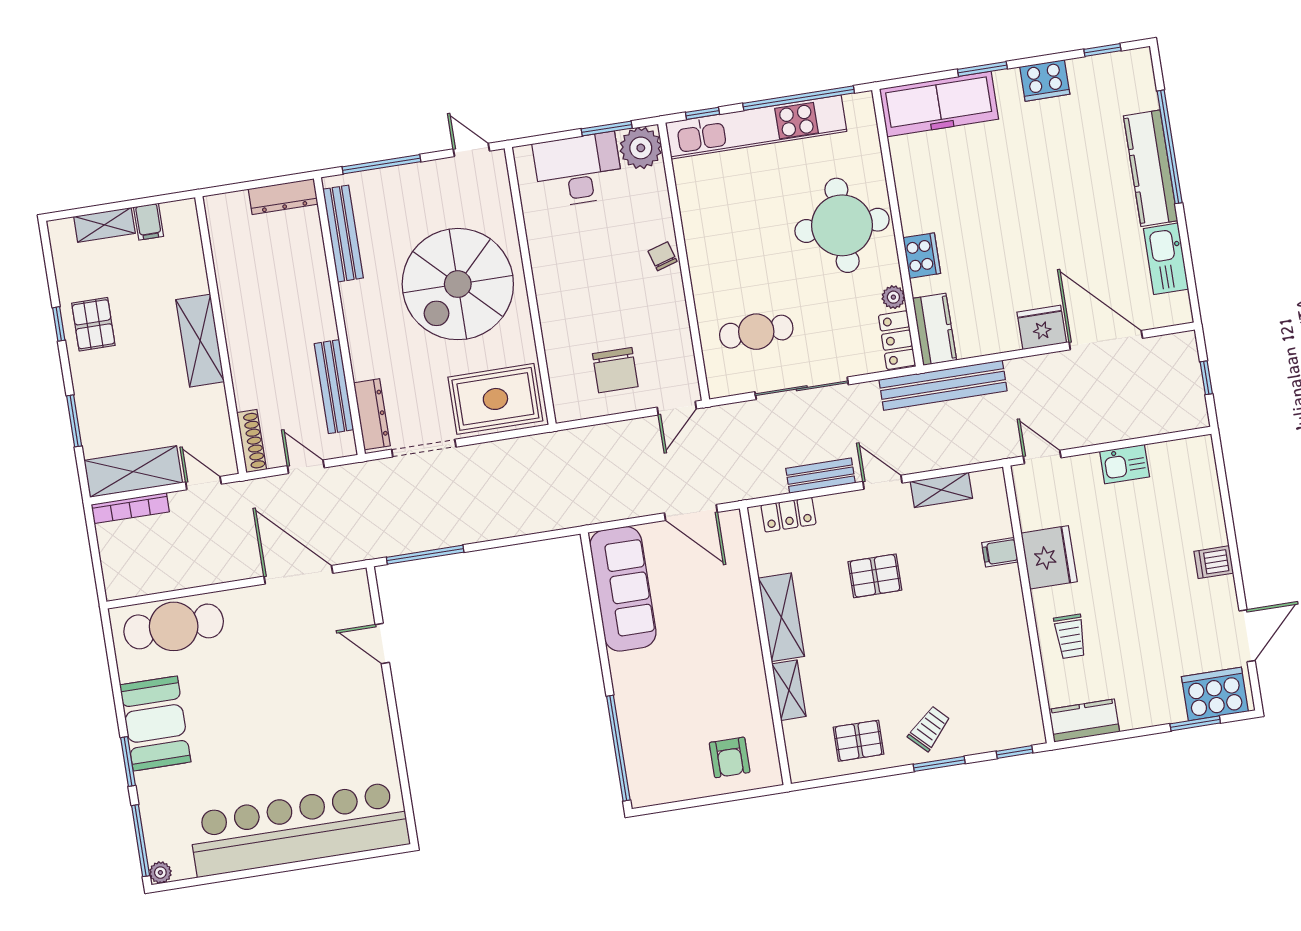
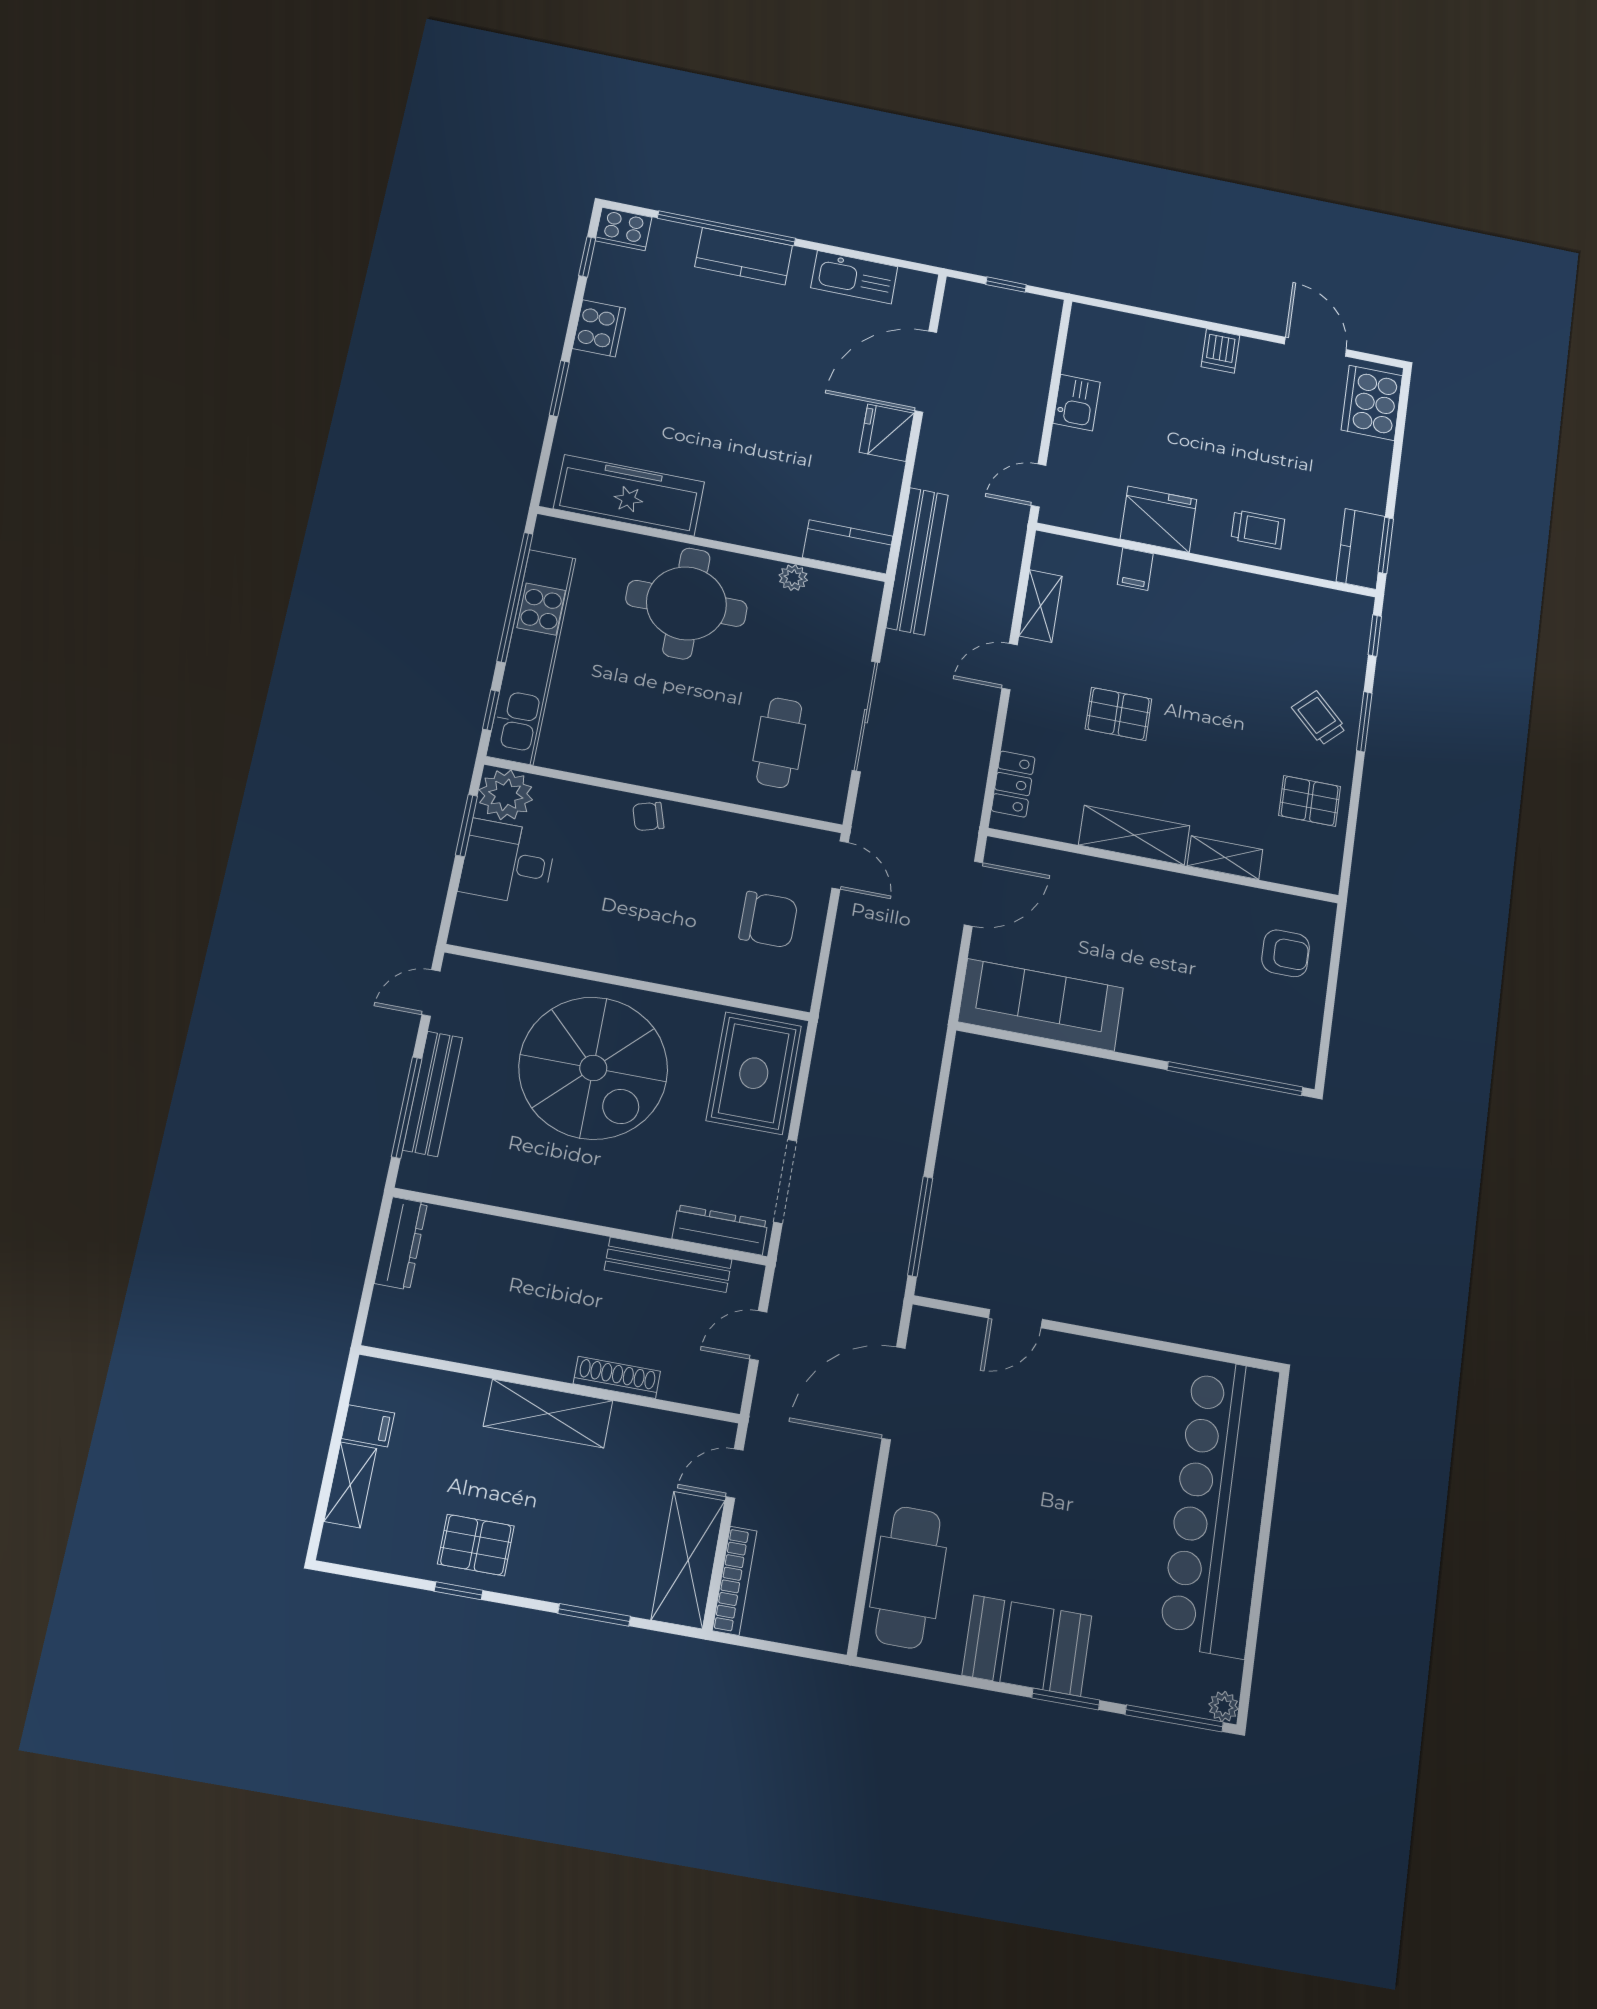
freezer: (939, 104) -> (629, 495), moved, turned -90
kitchen counter: (1151, 168) -> (744, 256), width x0.67
desk: (578, 170) -> (508, 862), width x0.73
bench: (343, 234) -> (433, 1094), moved, turned 90
cooker: (922, 256) -> (623, 229), moved, turned 180
locker: (897, 340) -> (846, 592), removed
shoe rack: (252, 441) -> (617, 1377), moved
bench: (821, 476) -> (978, 732), removed
pallet: (875, 576) -> (1119, 714), turned 90
window: (1195, 723) -> (1386, 545), moved
pallet: (858, 741) -> (1310, 801), turned 90

